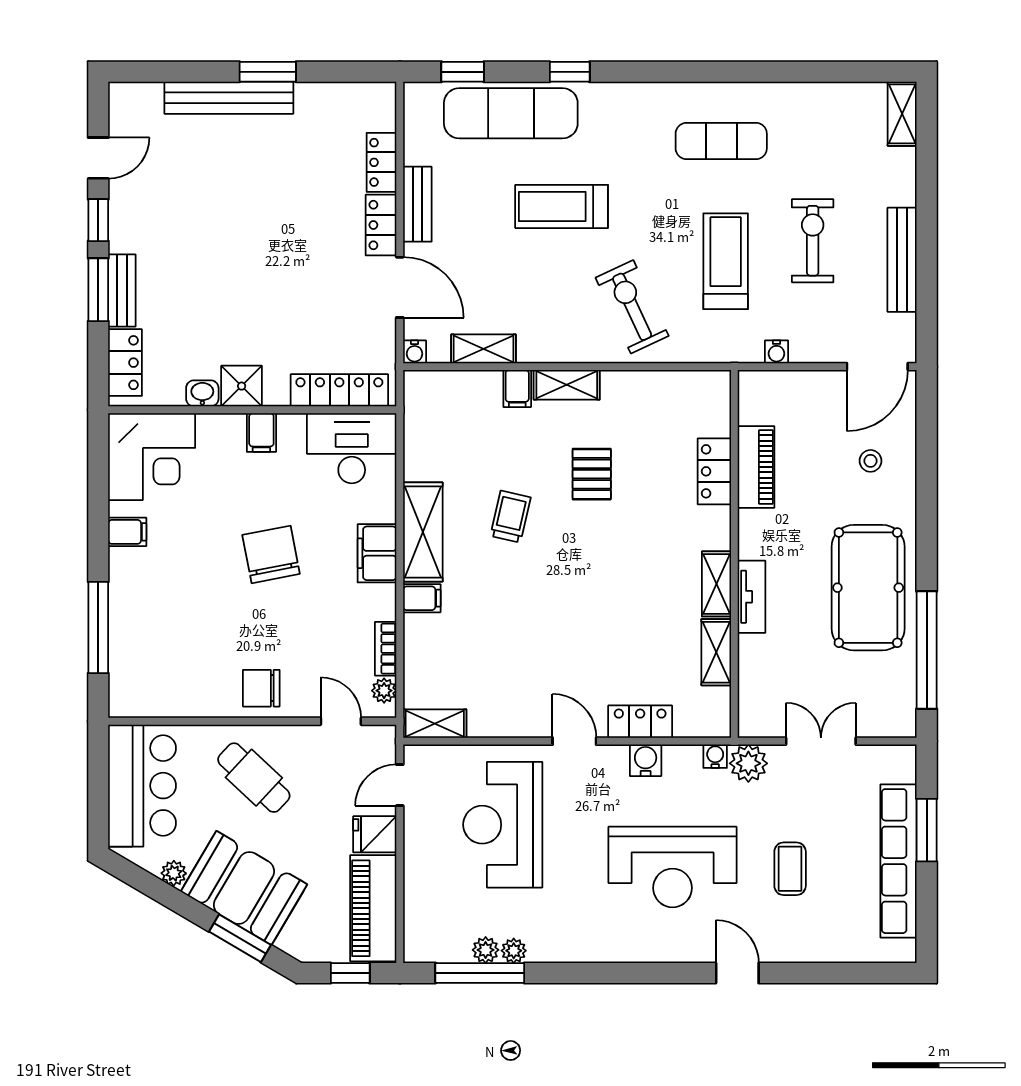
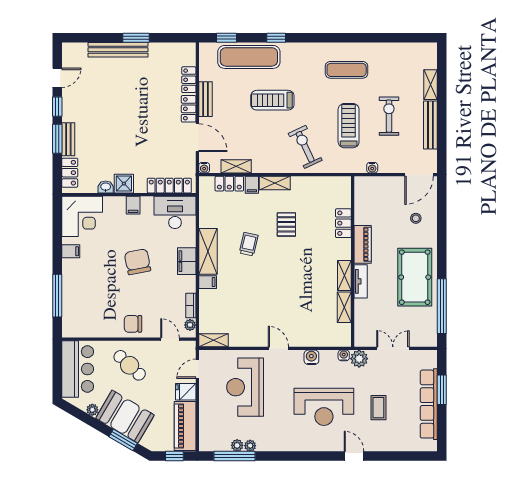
shelving: (902, 114) -> (431, 85), moved
piano: (756, 467) -> (363, 244), moved
locker: (640, 722) -> (229, 184), moved, turned 180

